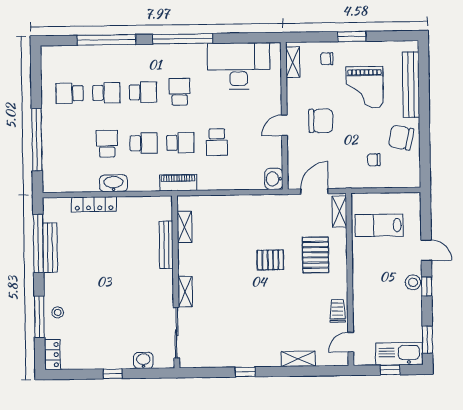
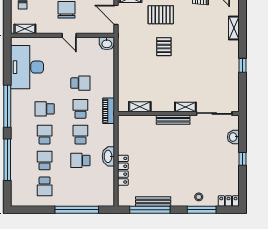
bench: (166, 245) -> (173, 120), moved

